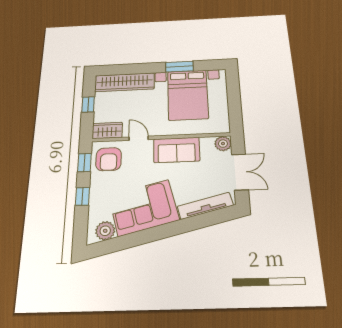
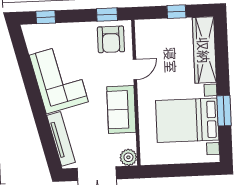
wardrobe: (107, 130) -> (144, 35), removed
armchair: (109, 159) -> (111, 39), turned -90
window: (82, 196) -> (46, 17), moved
plant: (105, 231) -> (35, 42), removed

